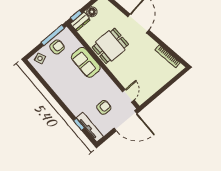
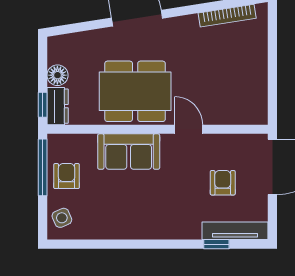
dining table: (110, 46) -> (135, 91), width x1.38
door: (128, 96) -> (189, 129), moved

